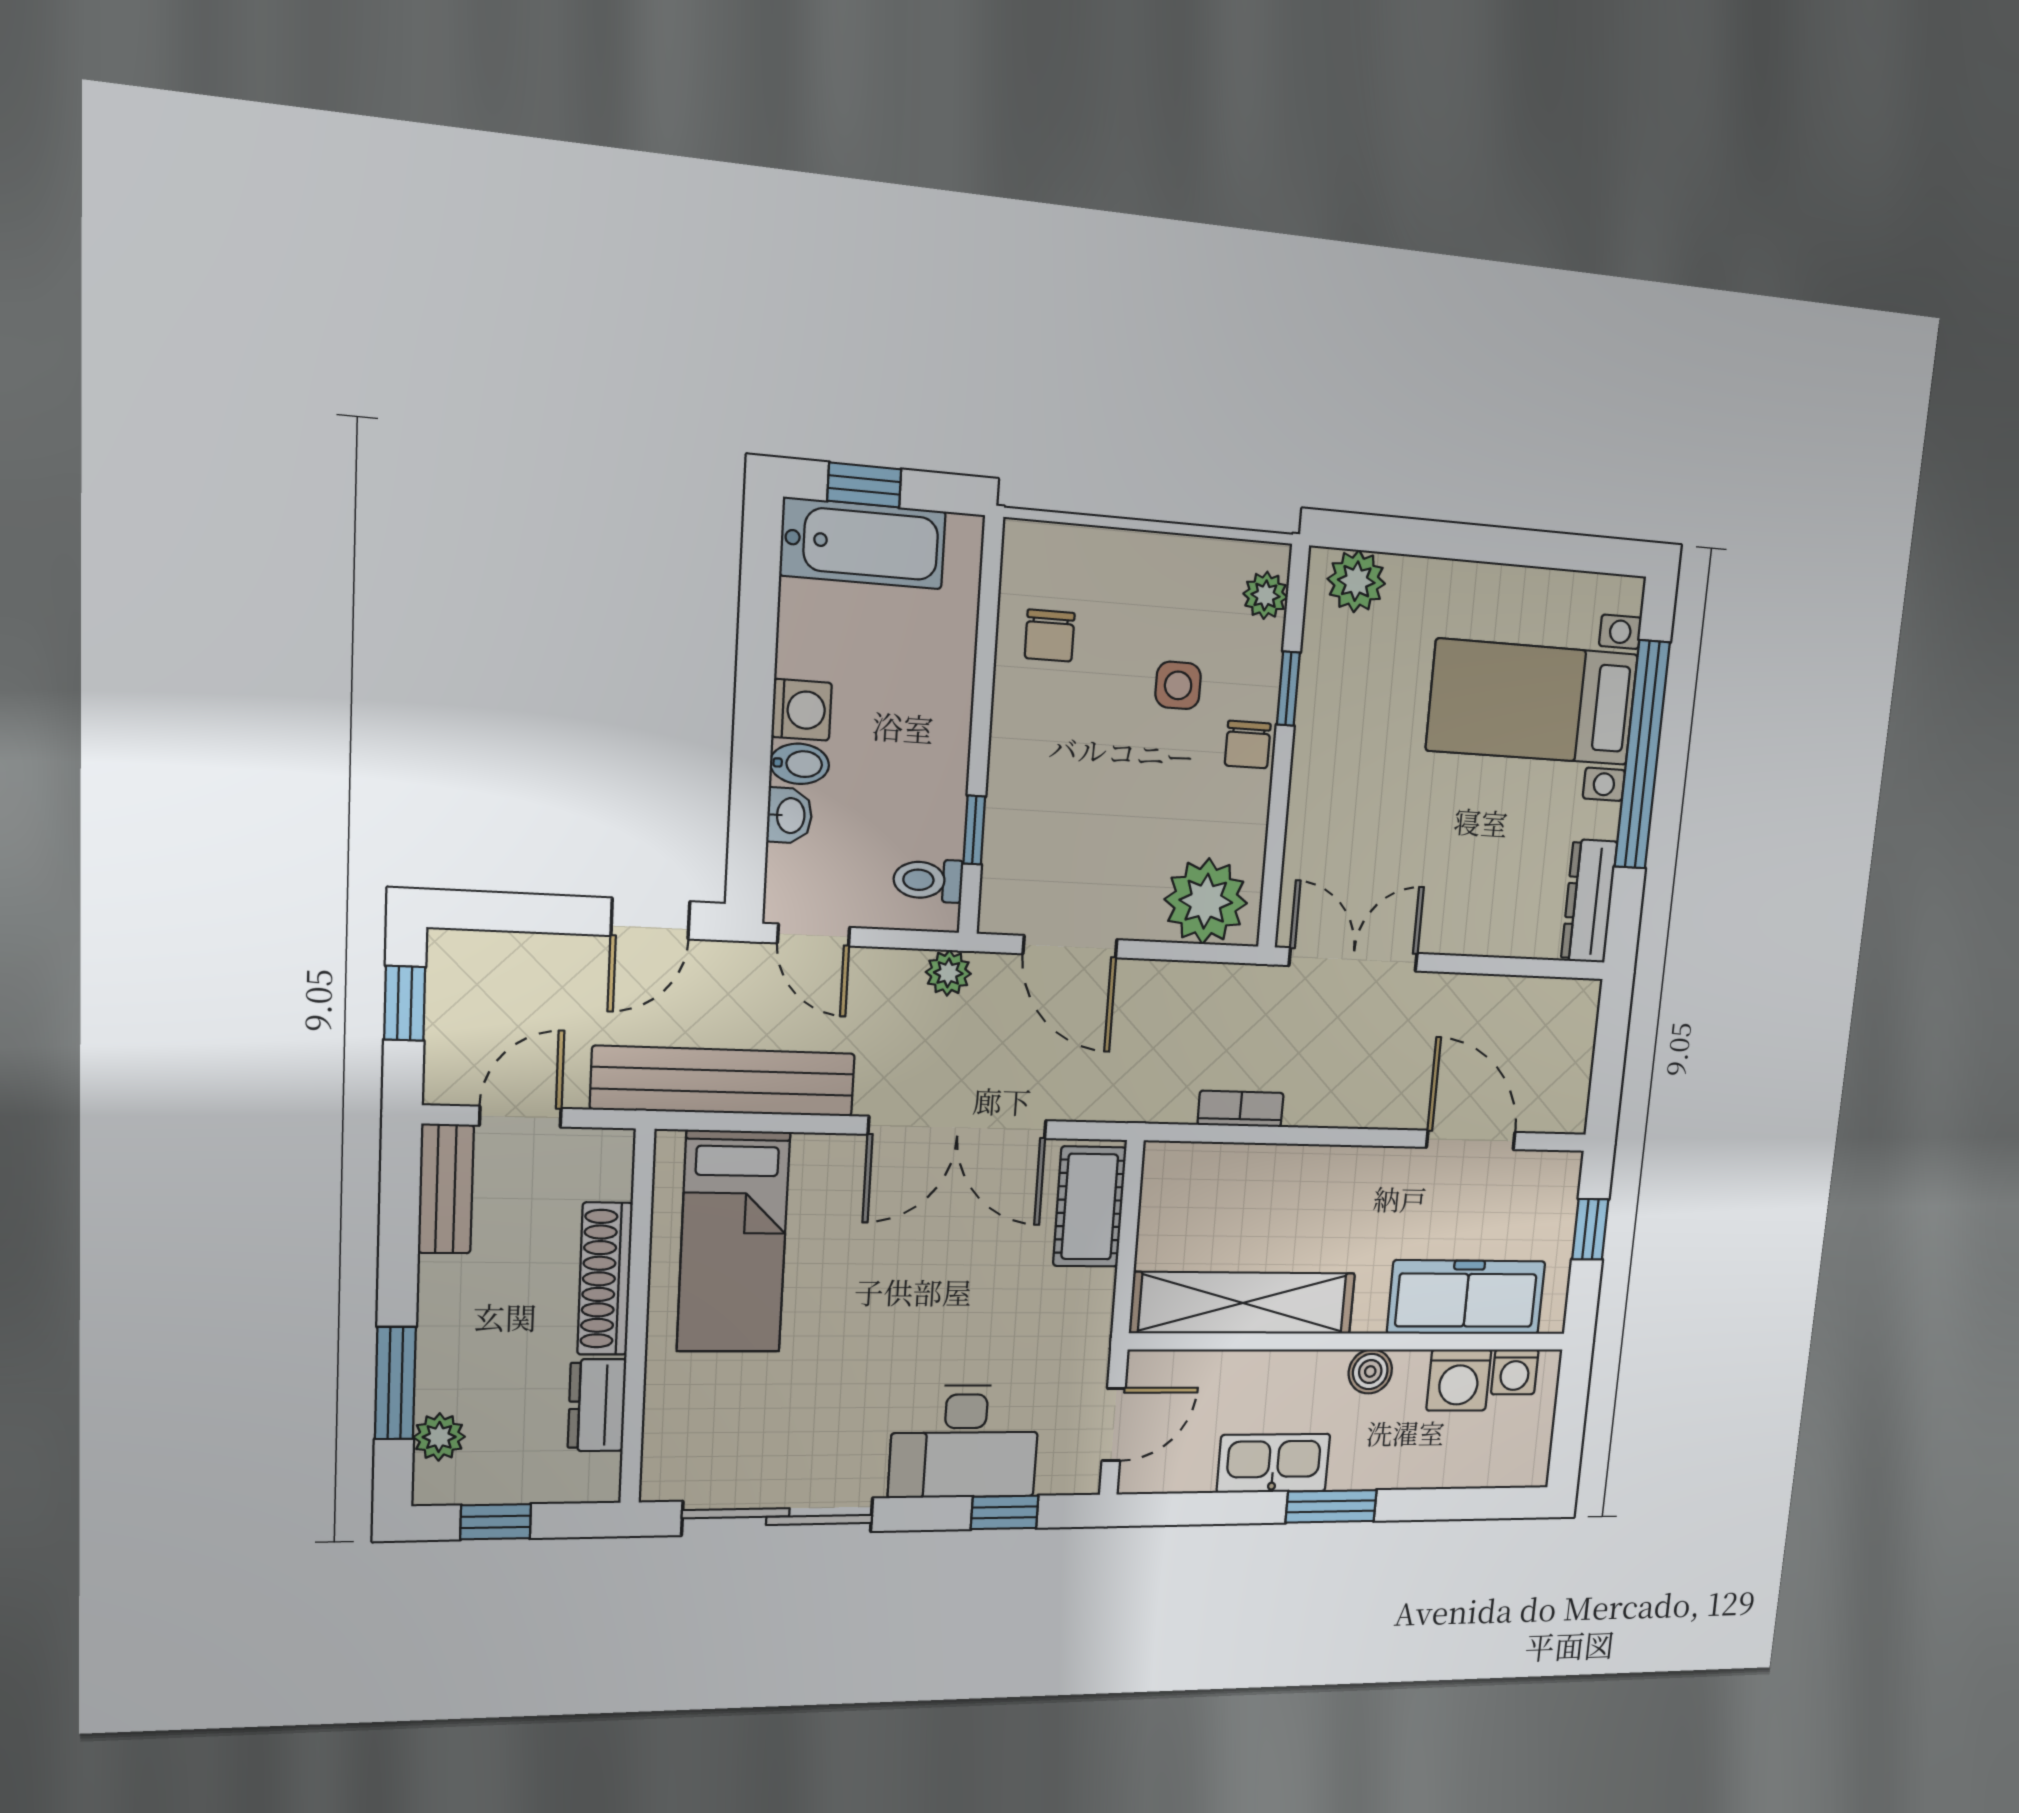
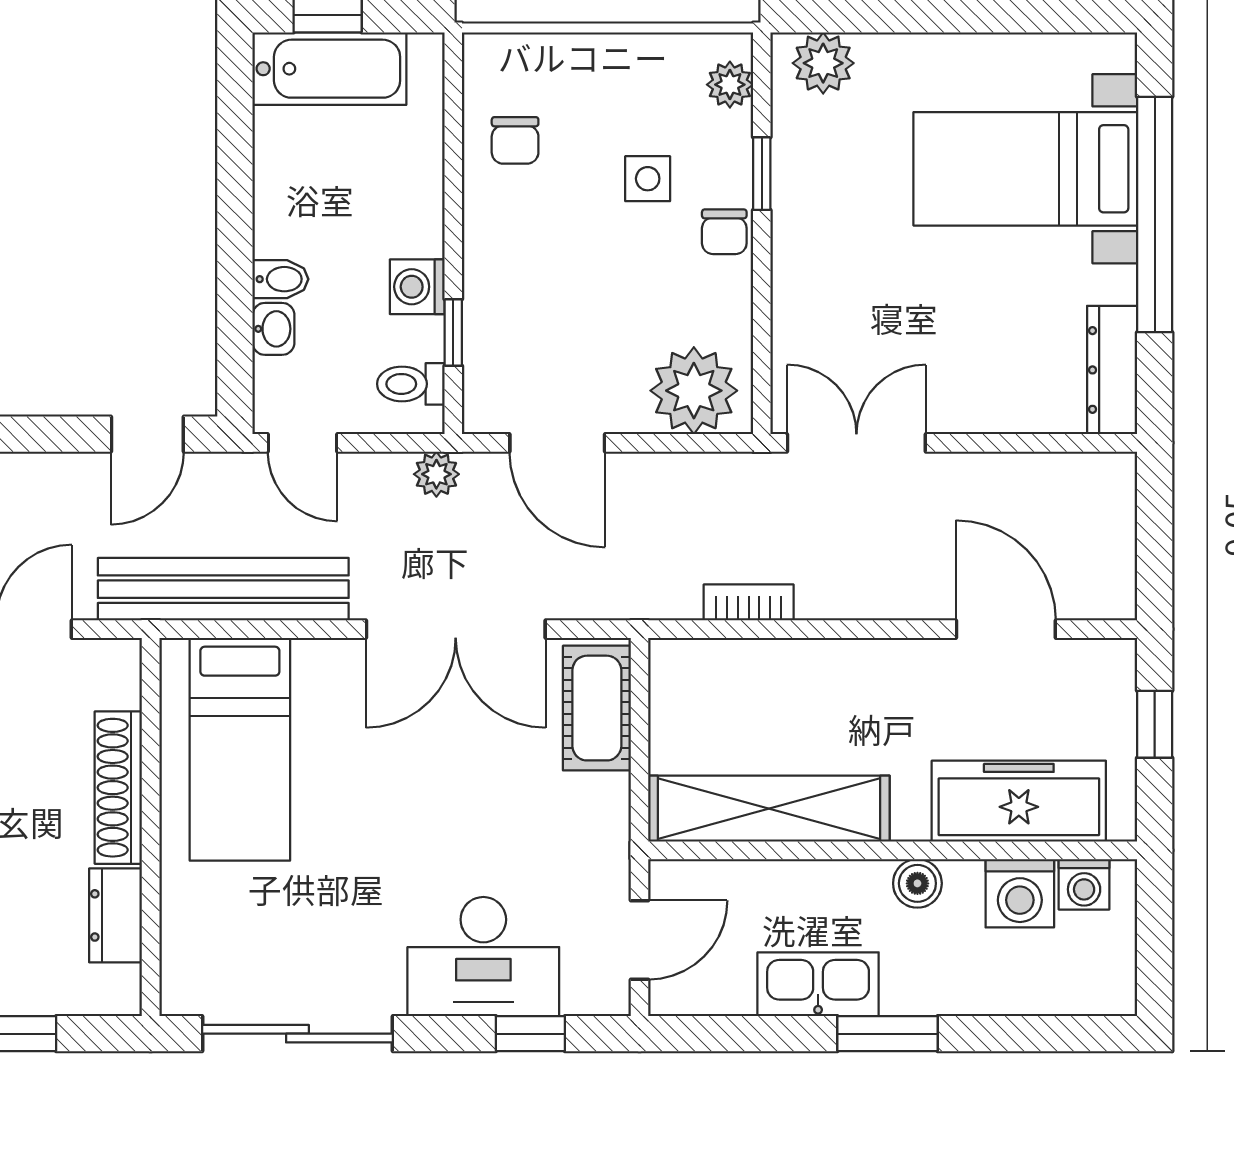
washing machine: (802, 710) -> (417, 287), moved, turned 180

